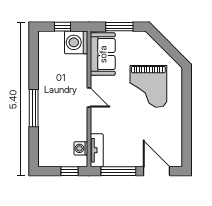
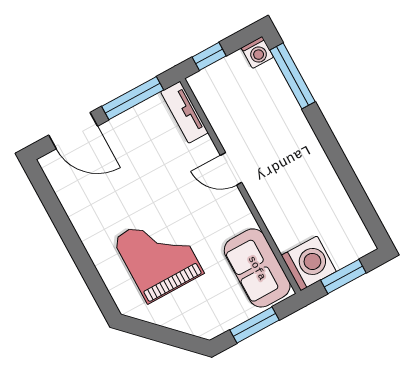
window: (63, 27) -> (343, 277), width x1.50
door: (89, 98) -> (231, 169), moved
window: (34, 108) -> (293, 76), moved
washing machine: (81, 148) -> (257, 52), moved, turned 90

